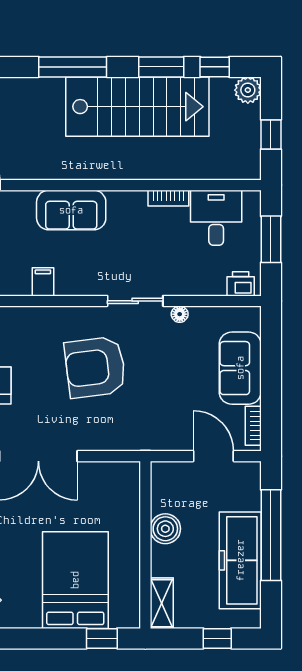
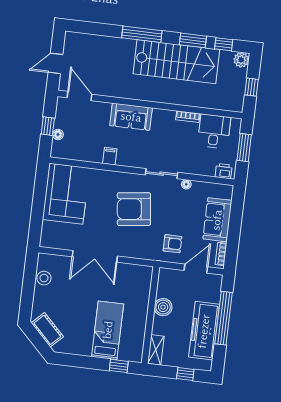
armchair: (168, 418) -> (172, 244), added
door: (213, 456) -> (196, 269), hinge flipped
bed: (75, 580) -> (108, 330), width x0.67

